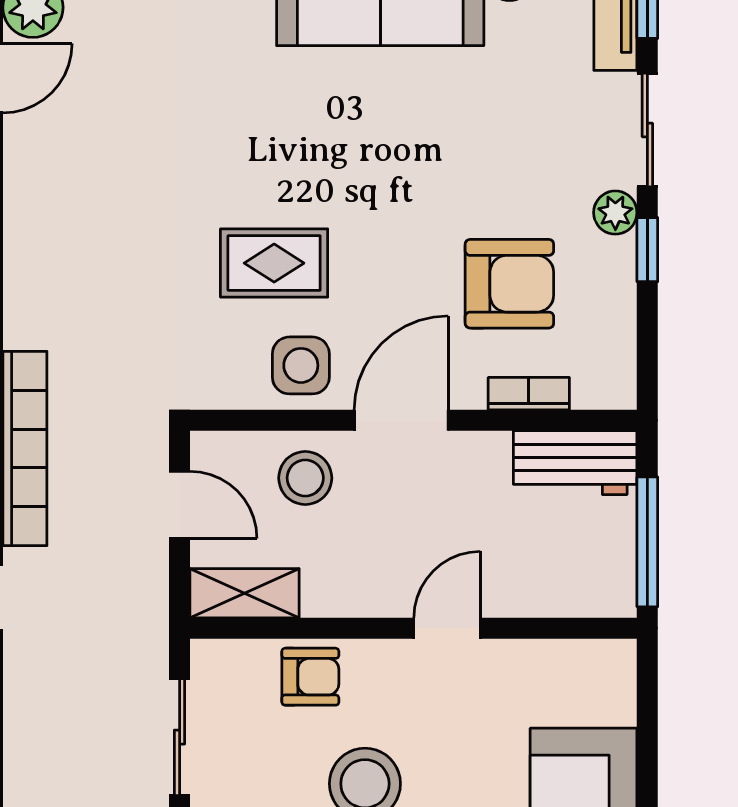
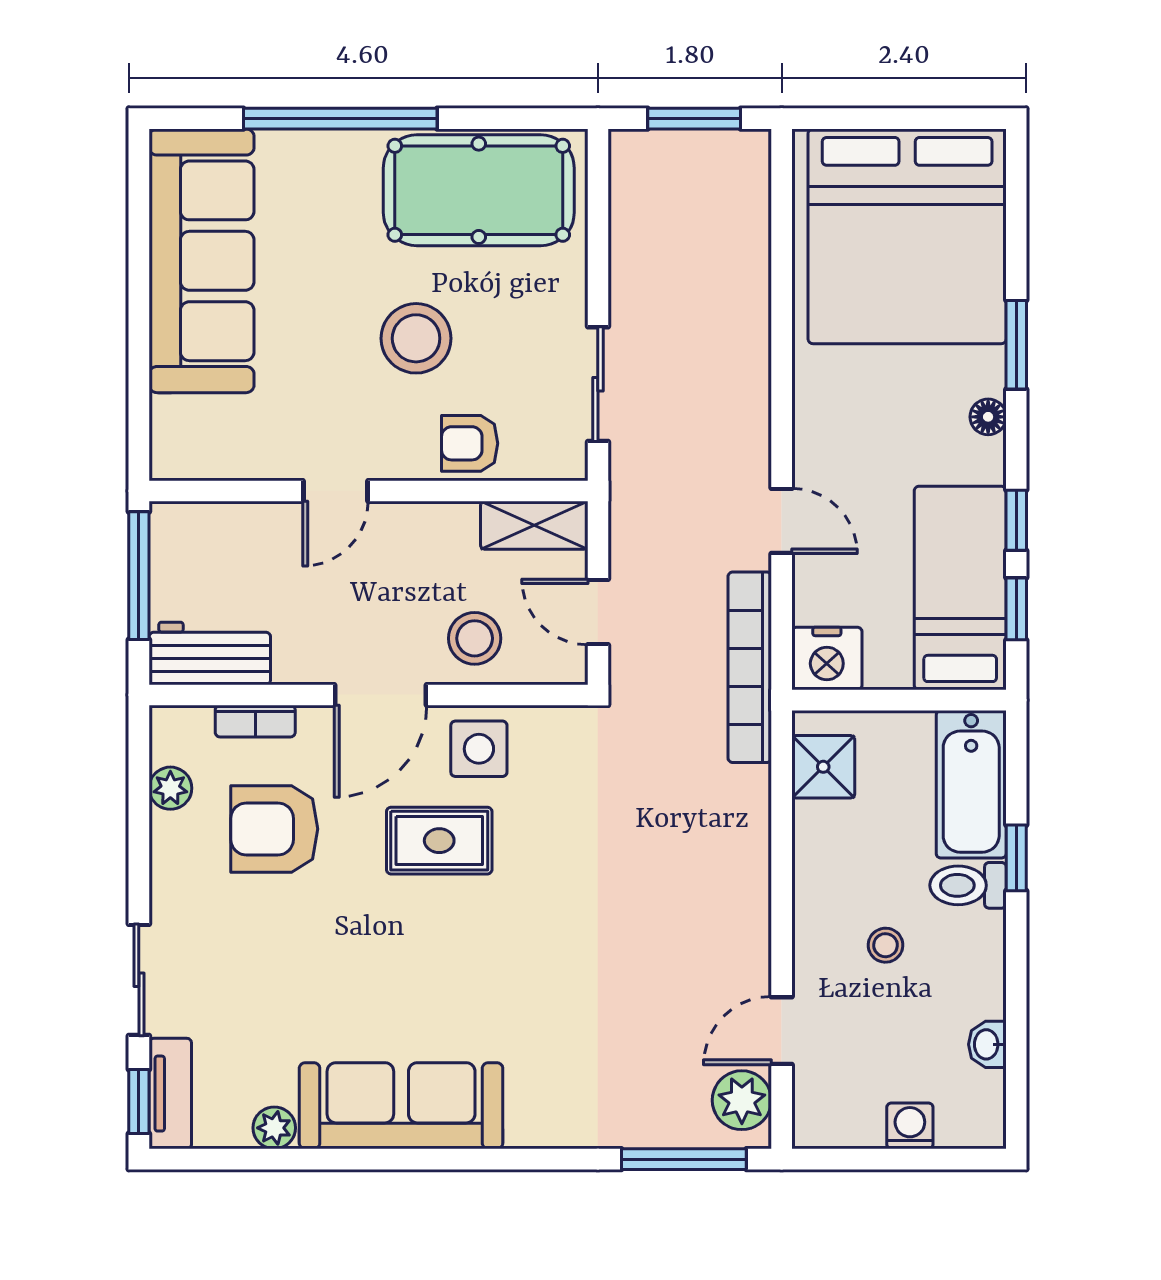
plant: (615, 213) -> (170, 788), moved
window: (647, 250) -> (139, 862), removed
rug: (274, 263) -> (439, 841), moved

